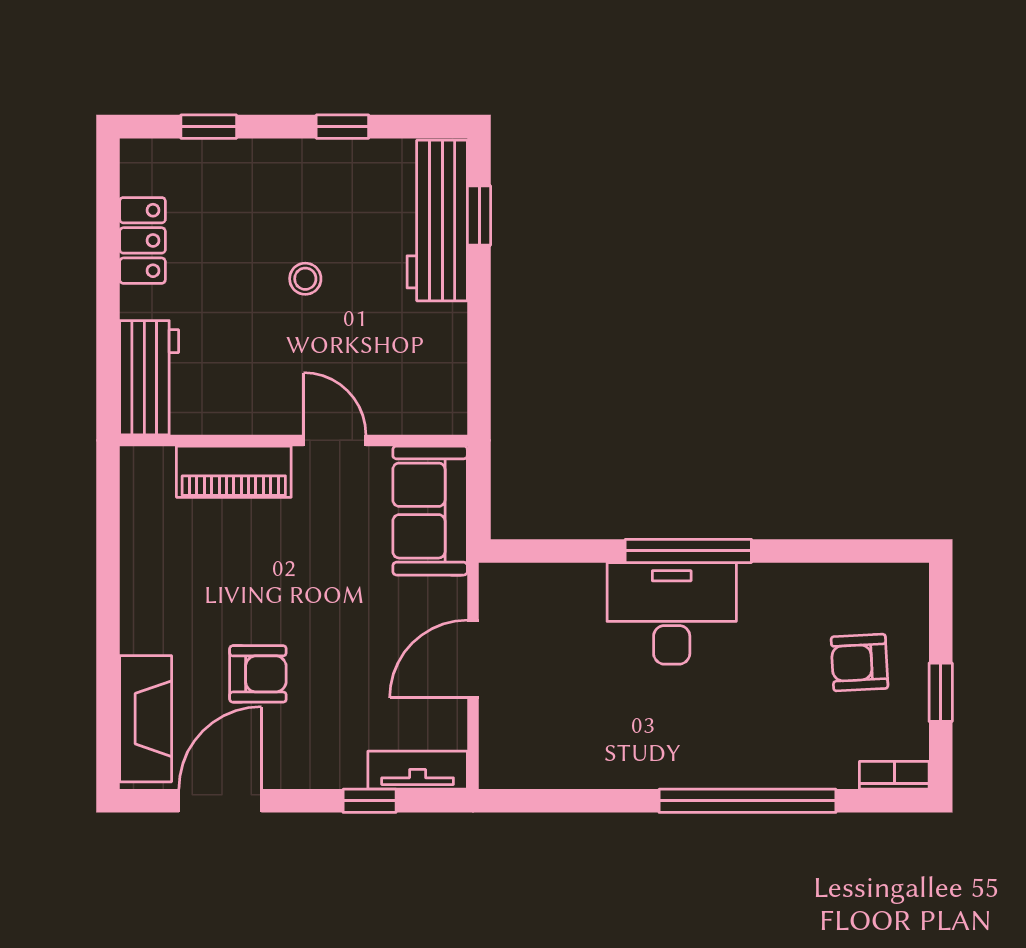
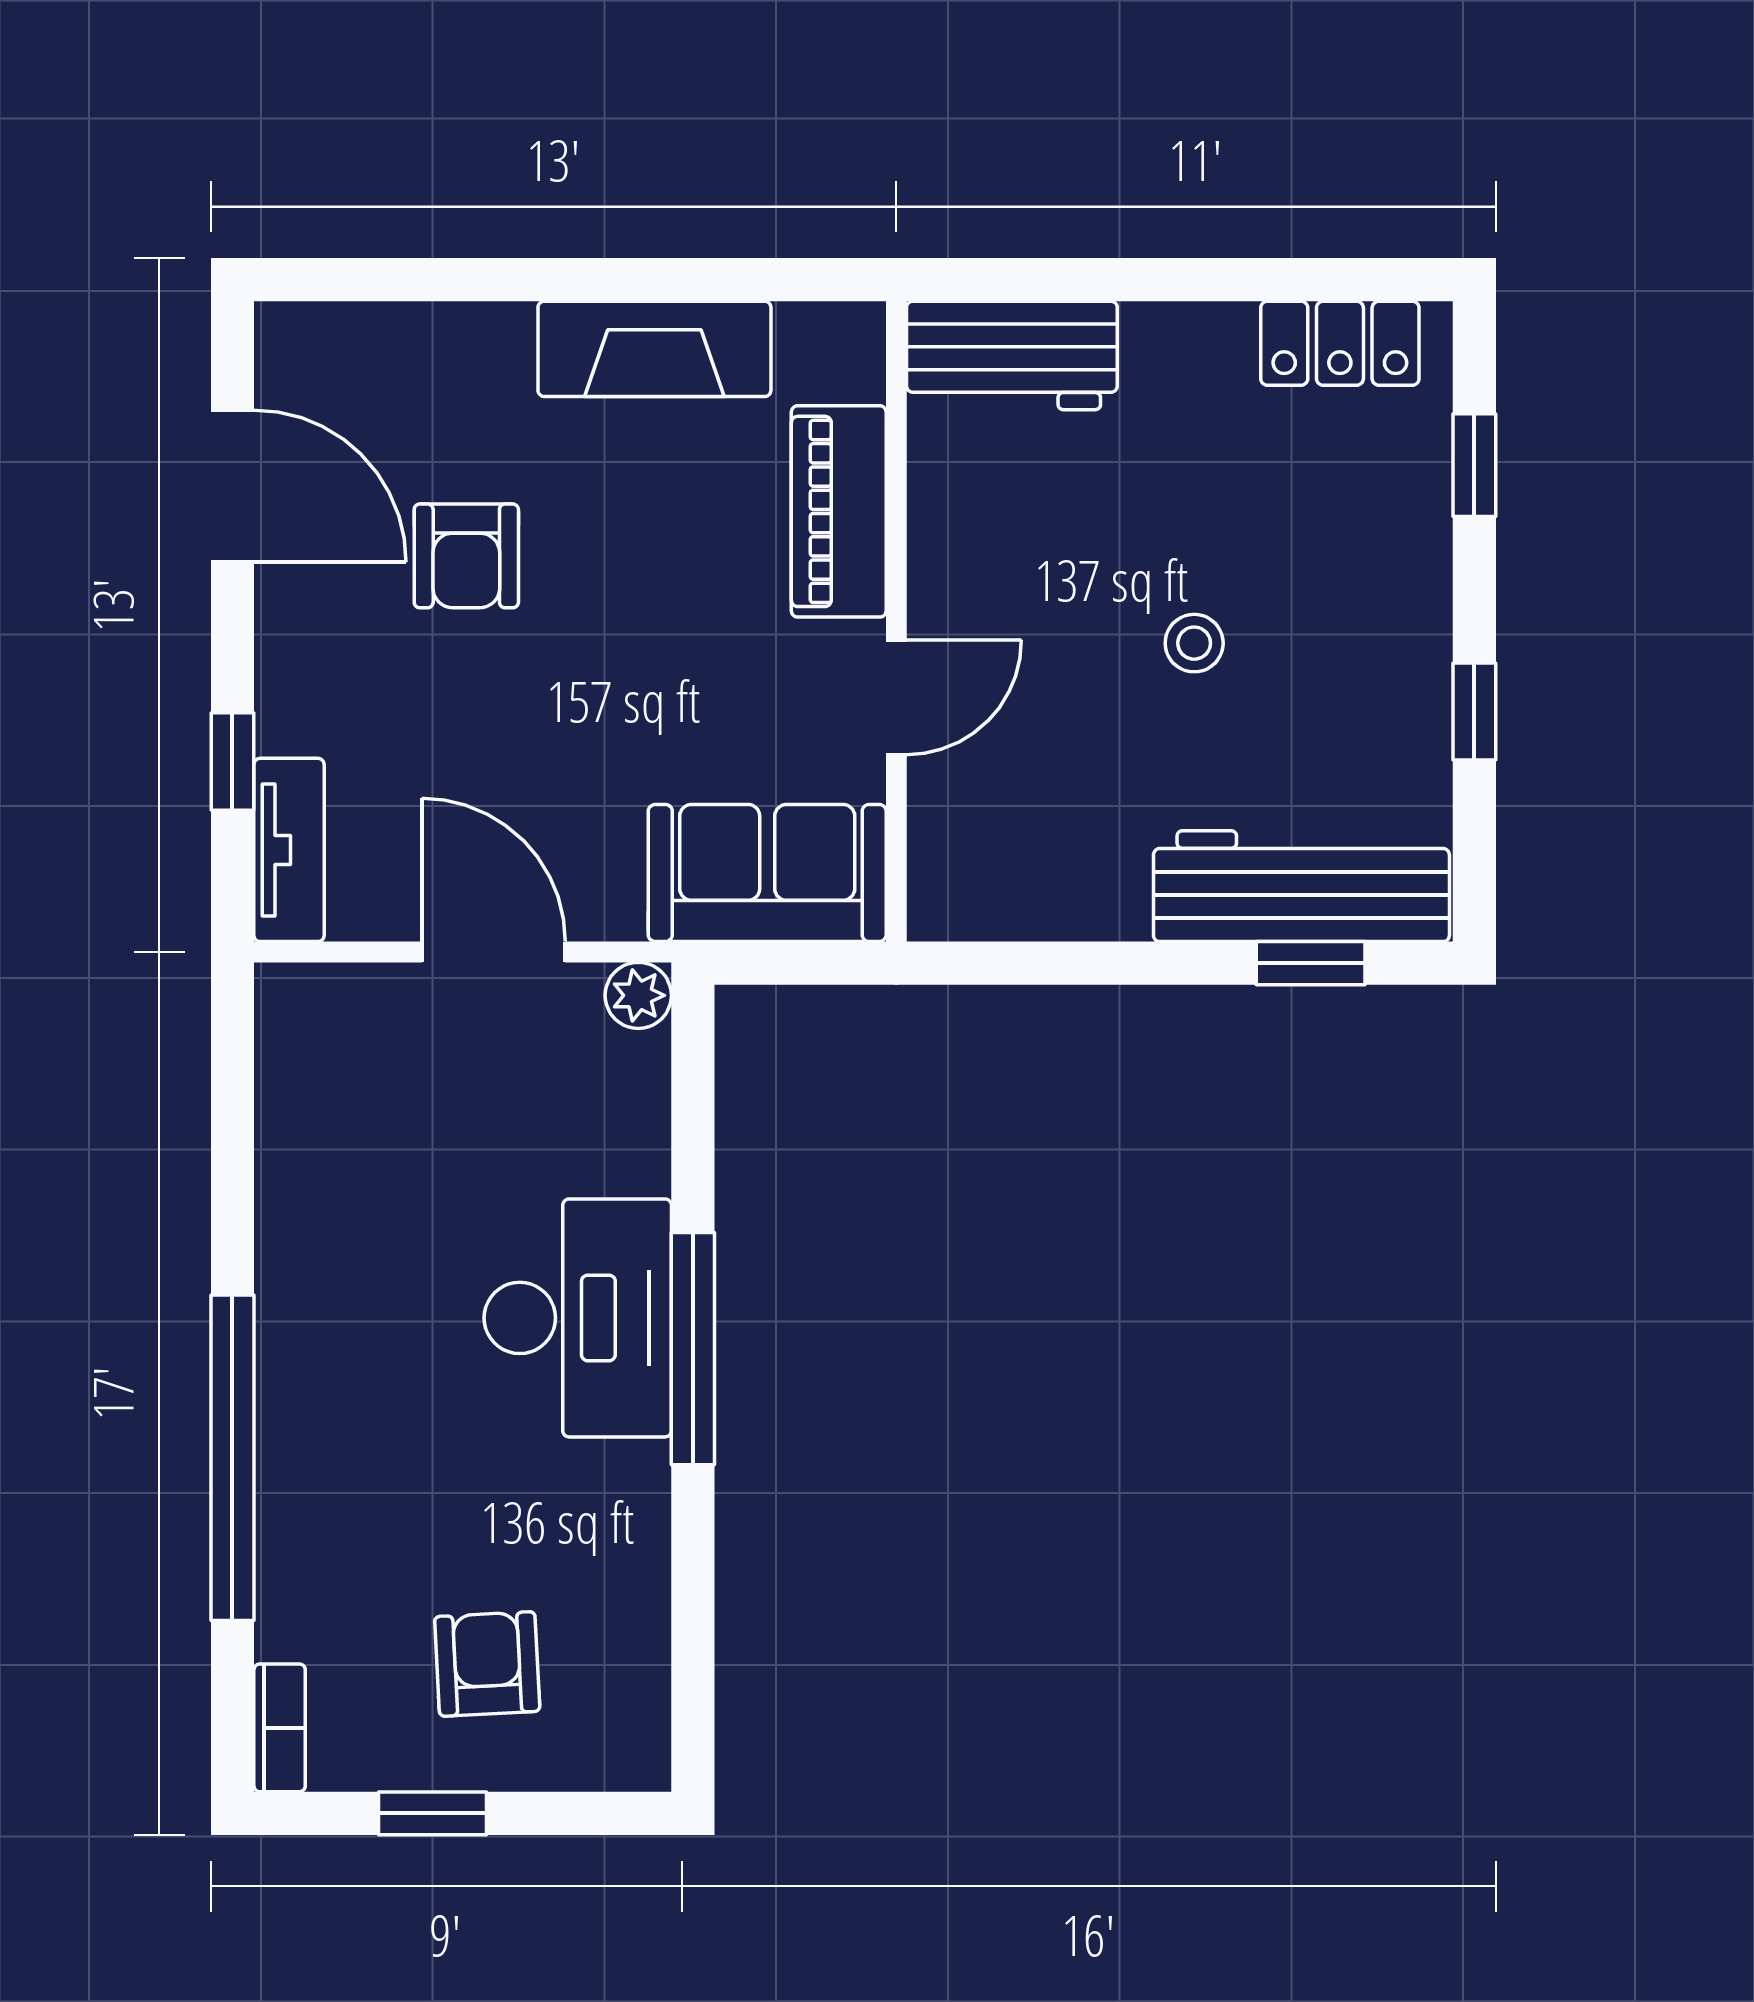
locker: (142, 240) -> (1340, 343), moved
plant: (497, 581) -> (638, 995), added
fireplace: (146, 719) -> (654, 349), moved

